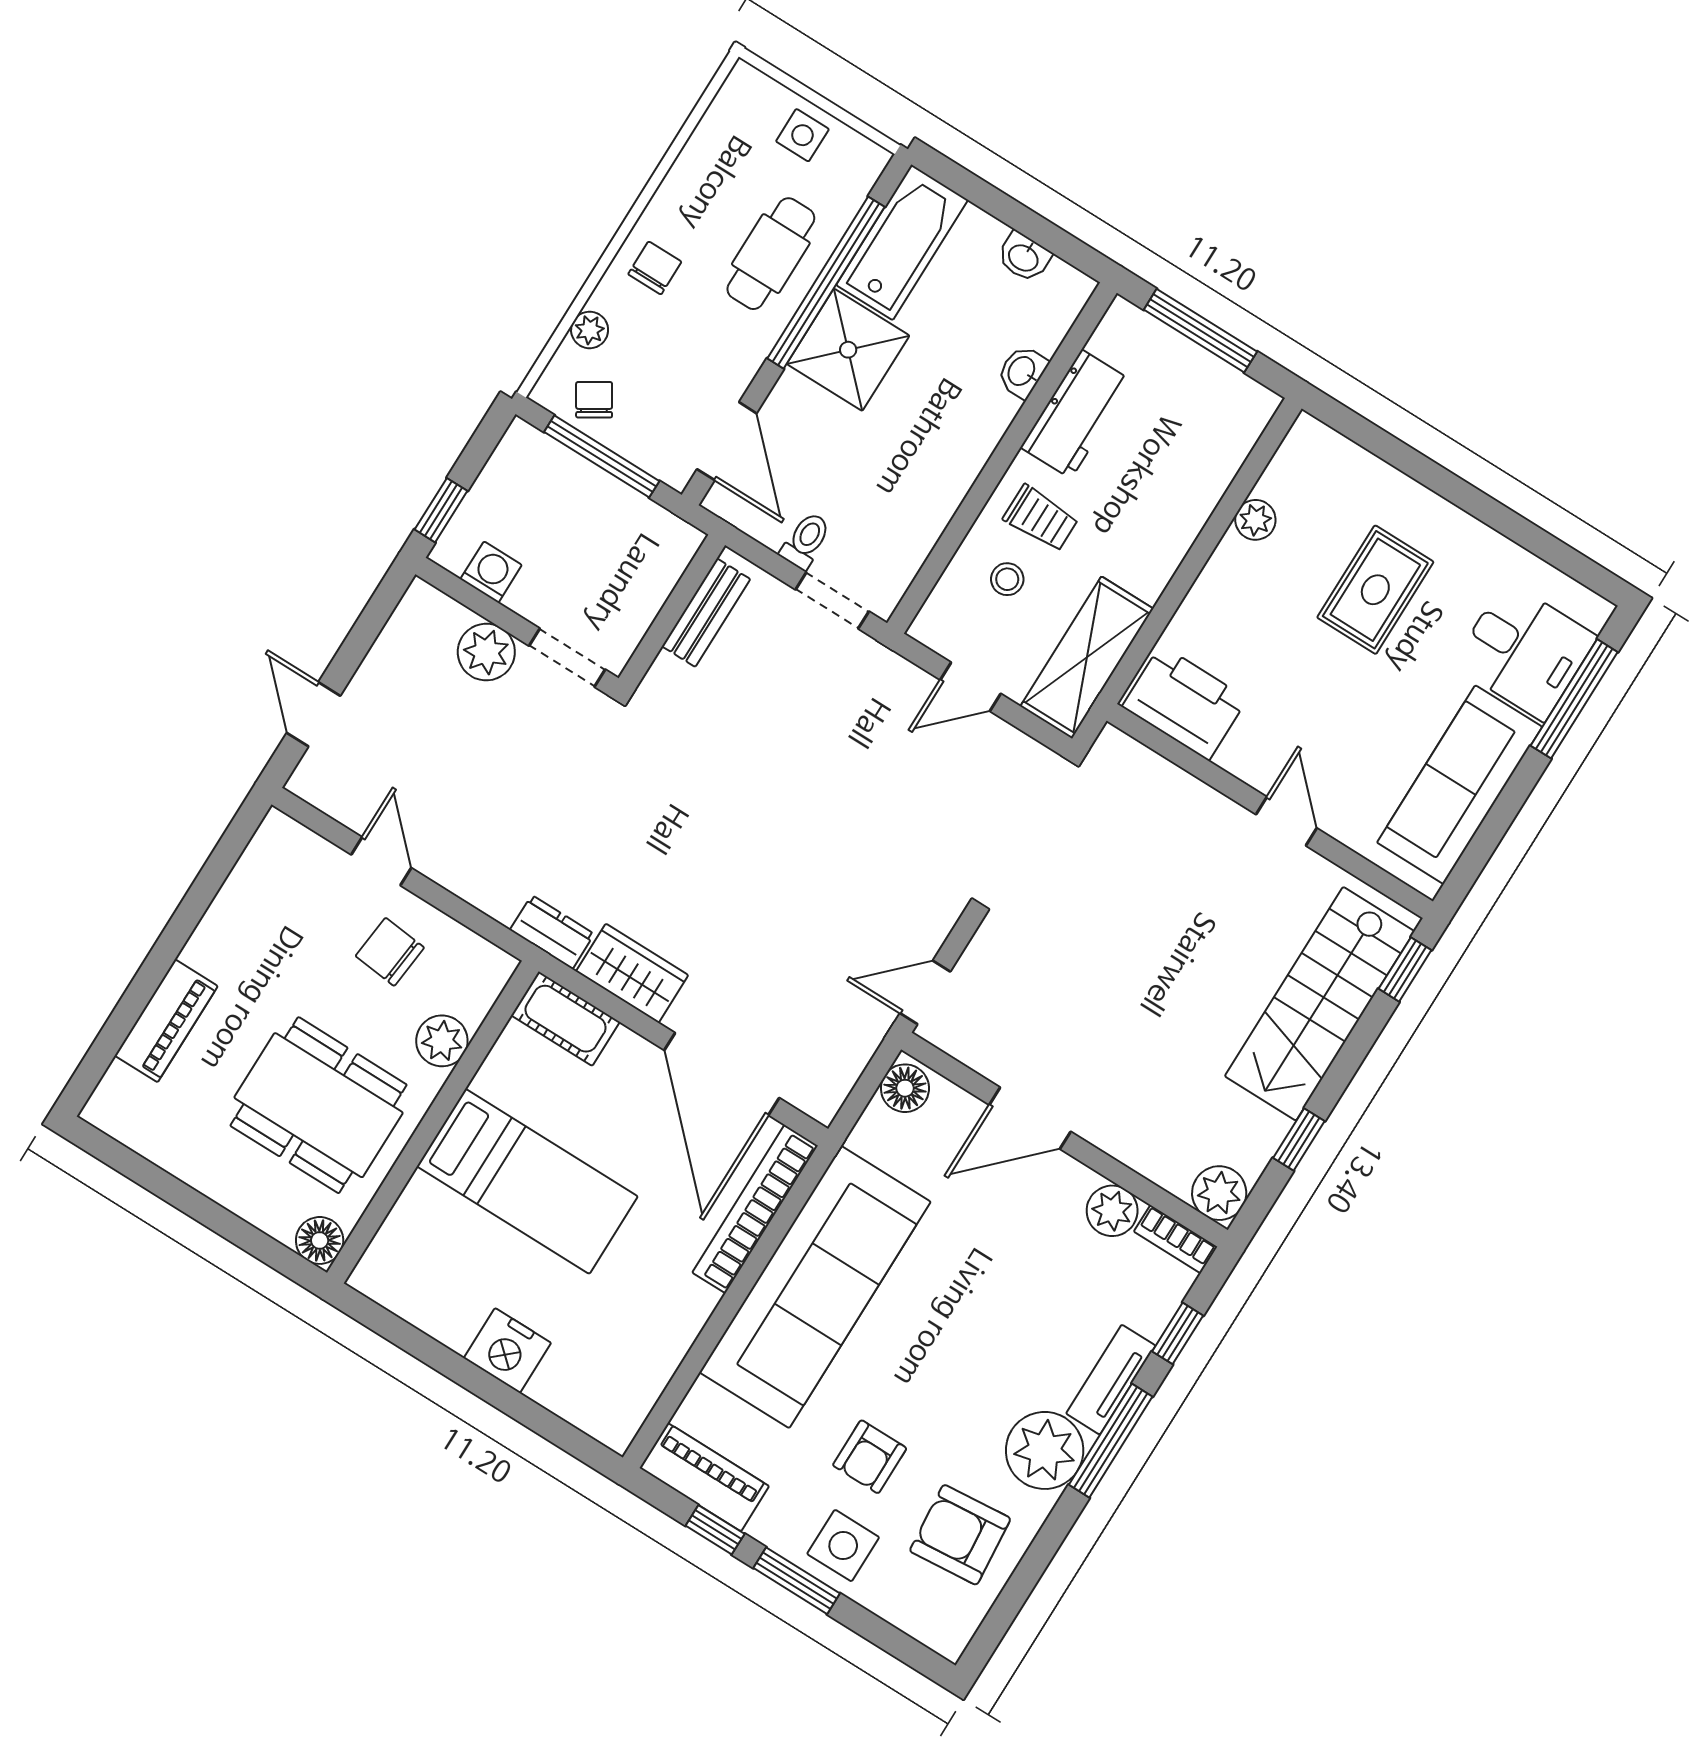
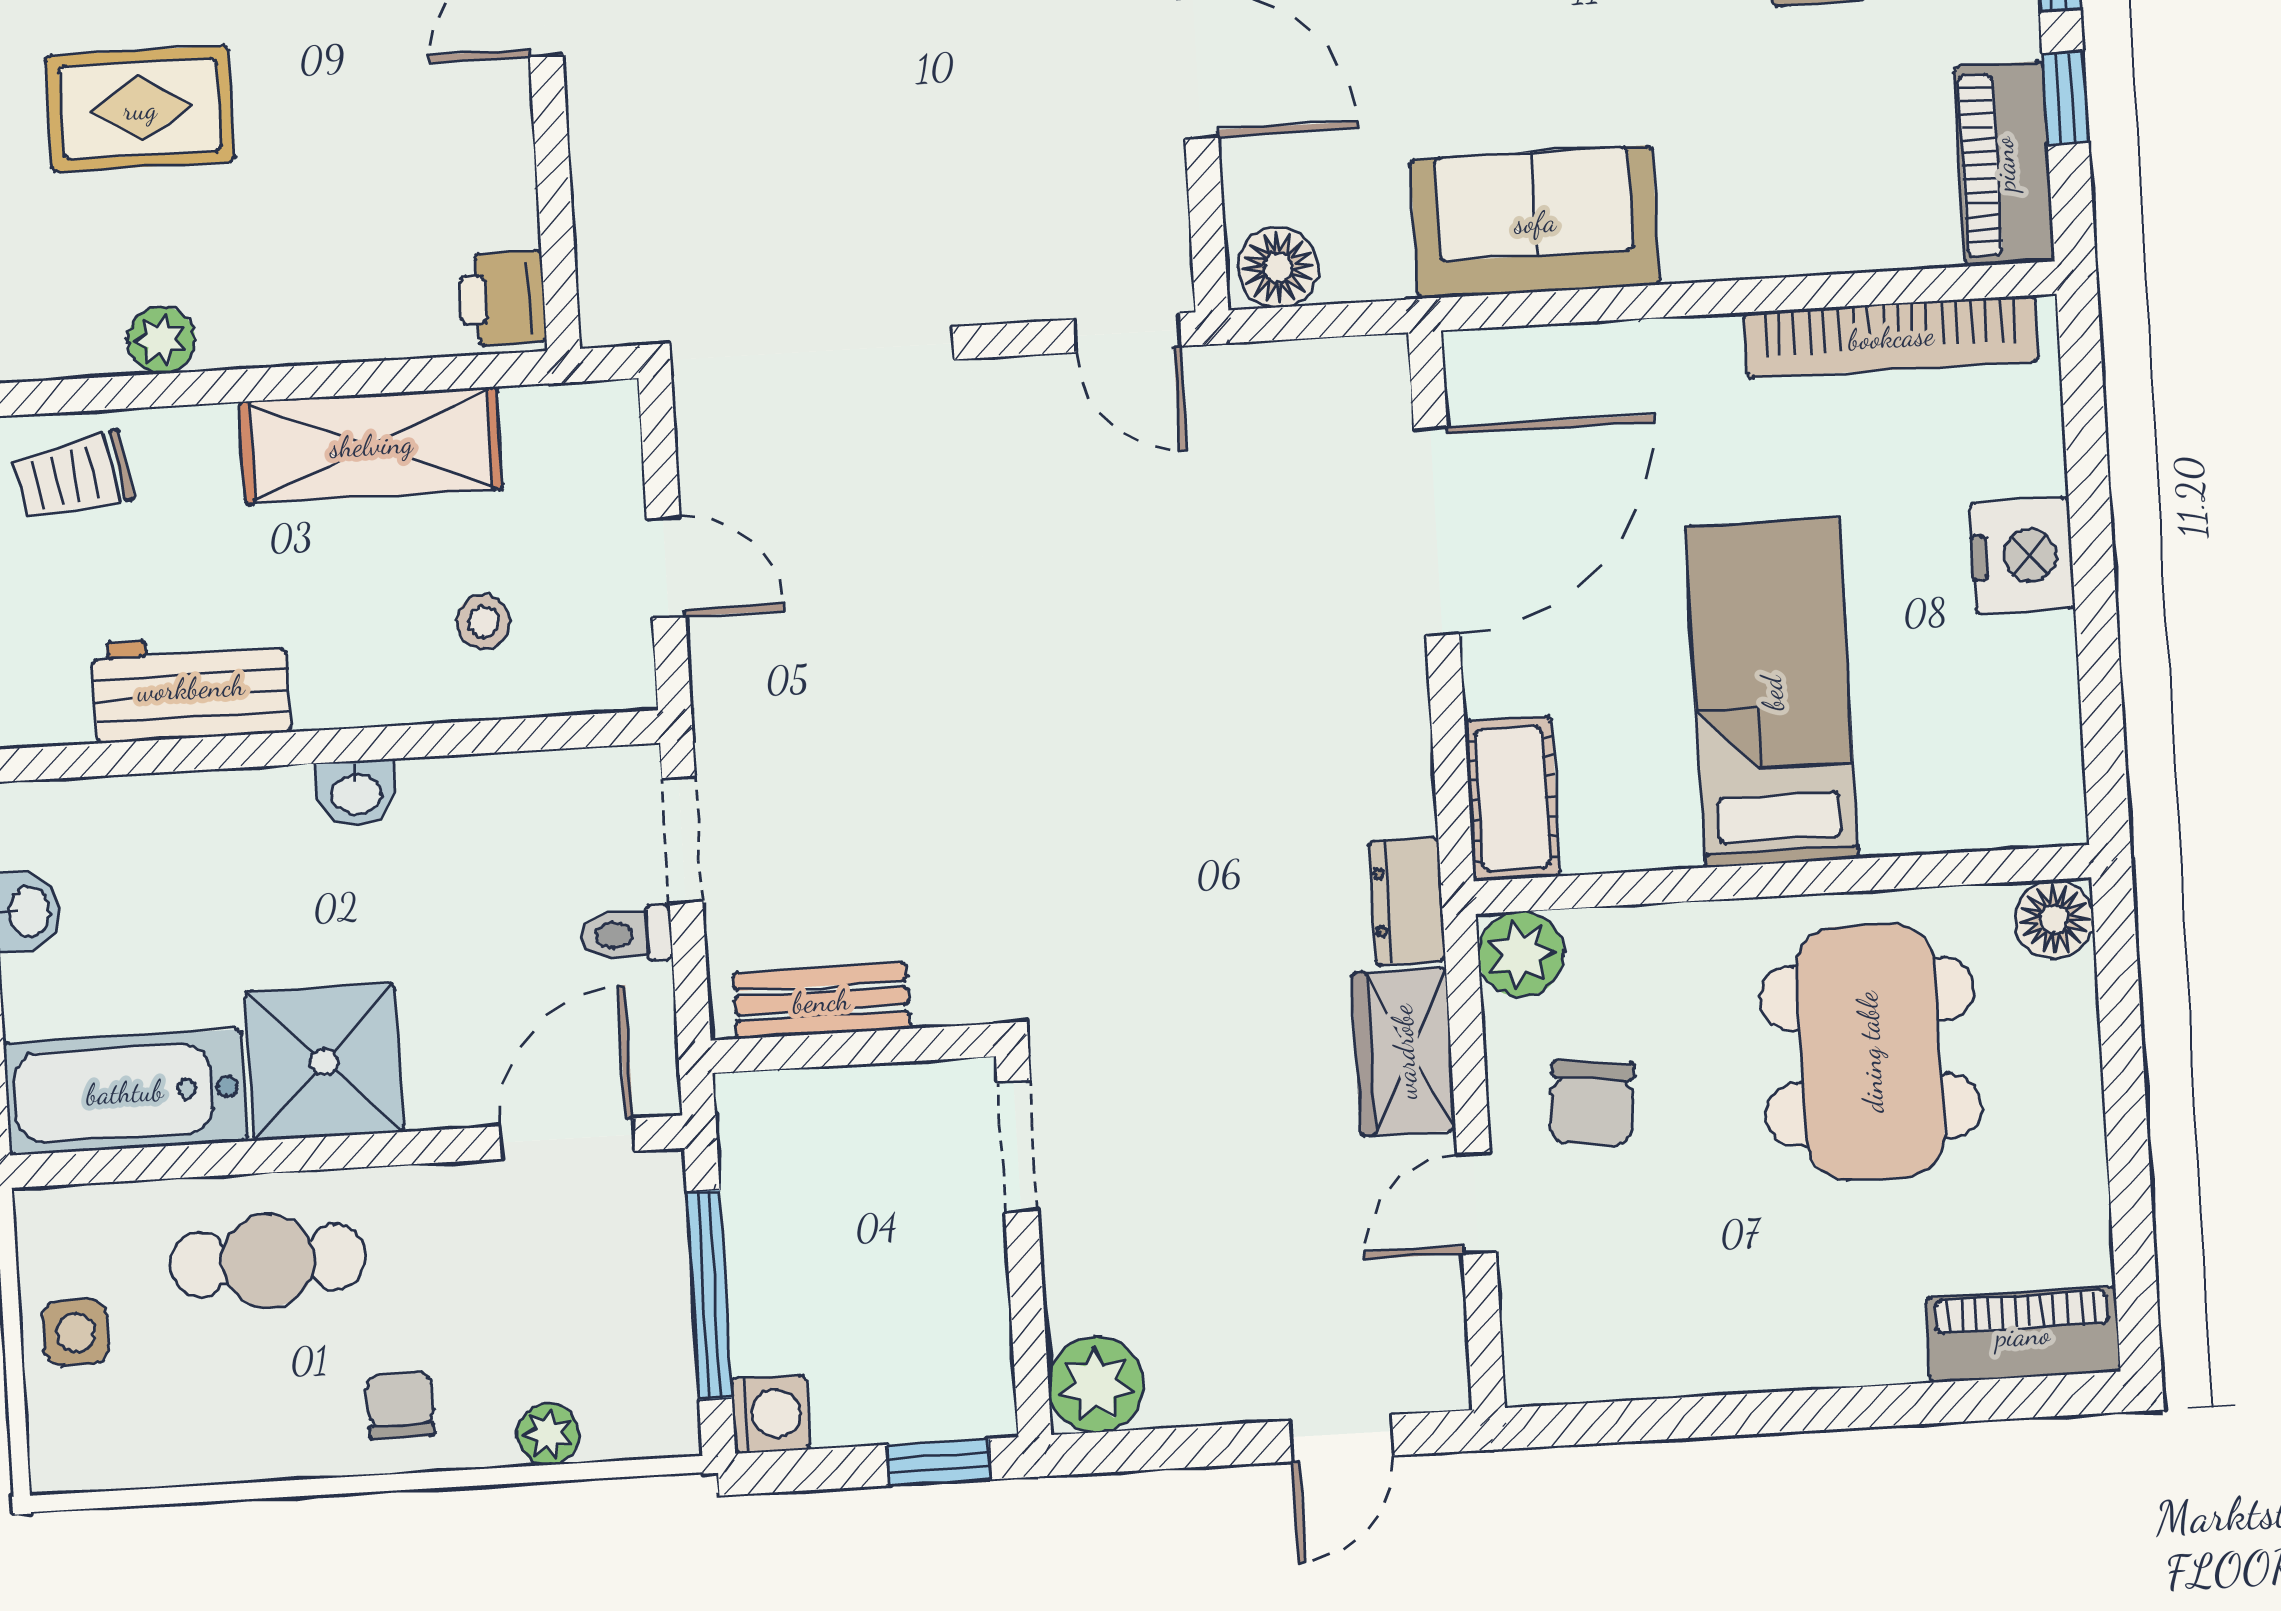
chair: (655, 268) -> (400, 1405), turned 90
window: (826, 283) -> (254, 1157), removed
washbasin: (1022, 372) -> (356, 793), moved
chair: (594, 400) -> (639, 1360), removed
trolley: (1041, 518) -> (73, 477), moved, turned -100
washing machine: (491, 572) -> (770, 1414), moved, turned 180
plant: (486, 652) -> (1096, 1385), moved
shelving: (1087, 657) -> (371, 445), moved
printer: (1185, 703) -> (502, 298), width x0.53, depth x0.68
wardrobe: (632, 973) -> (1404, 1052), moved
piano: (166, 1021) -> (2023, 1335), moved
plant: (442, 1041) -> (1521, 954), moved
bookcase: (755, 1209) -> (1891, 337), moved
sofa: (815, 1287) -> (1535, 222), width x0.54, depth x0.79

